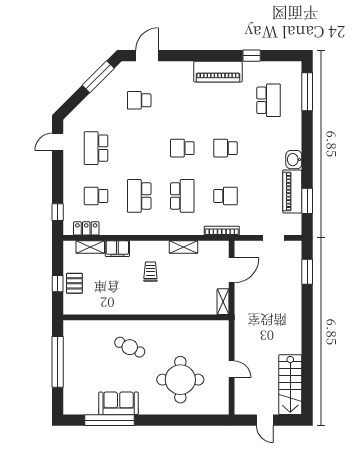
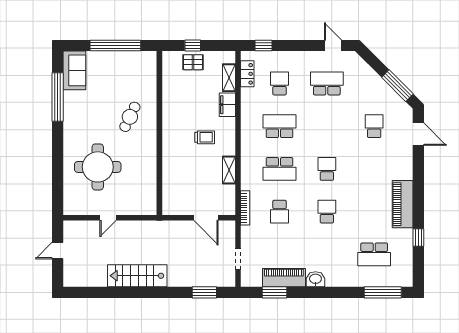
shelving: (223, 302) -> (175, 209), removed
stairs: (290, 385) -> (137, 276), moved
sofa: (119, 403) -> (74, 70), moved

